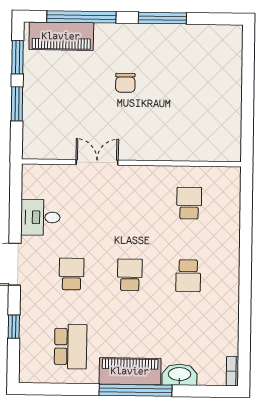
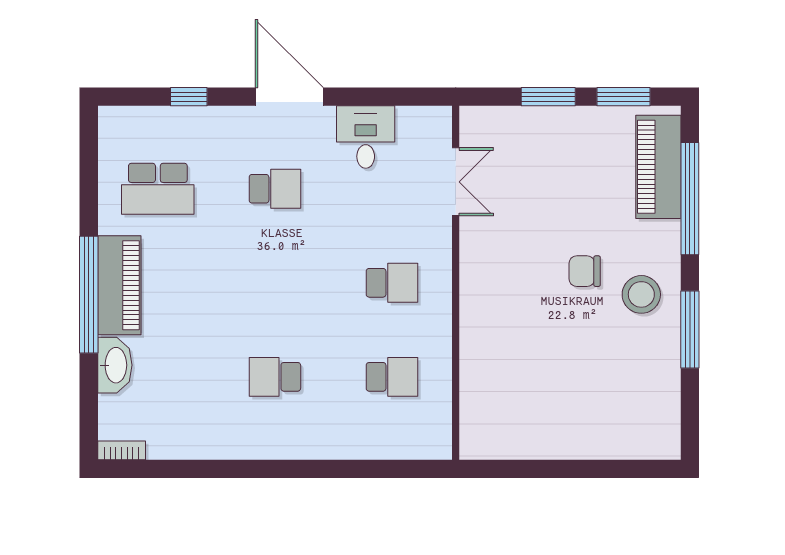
stool: (140, 48) -> (641, 294), added
double door: (97, 162) -> (456, 182), moved
school desk: (130, 275) -> (392, 283), moved

